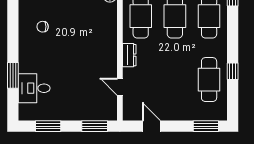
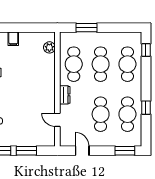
cafe table: (175, 80) -> (101, 114), added
window: (95, 126) -> (26, 151), moved

